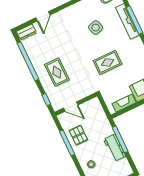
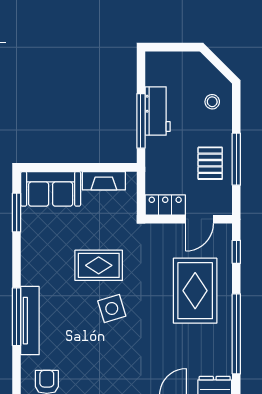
side table: (96, 28) -> (112, 308), moved
rug: (57, 72) -> (195, 291), width x1.36, depth x1.43
locker: (90, 106) -> (165, 205), added
door: (71, 107) -> (199, 219), swing flipped

